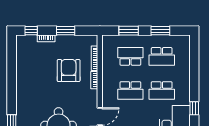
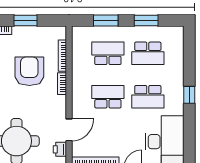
school desk: (130, 90) -> (108, 97), turned 180
window: (194, 108) -> (189, 95), moved

